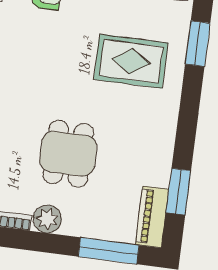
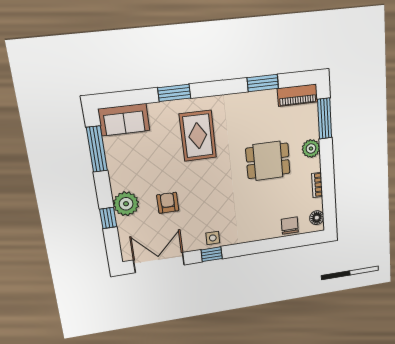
window: (178, 192) -> (263, 83), moved
plant: (47, 219) -> (311, 149), moved

